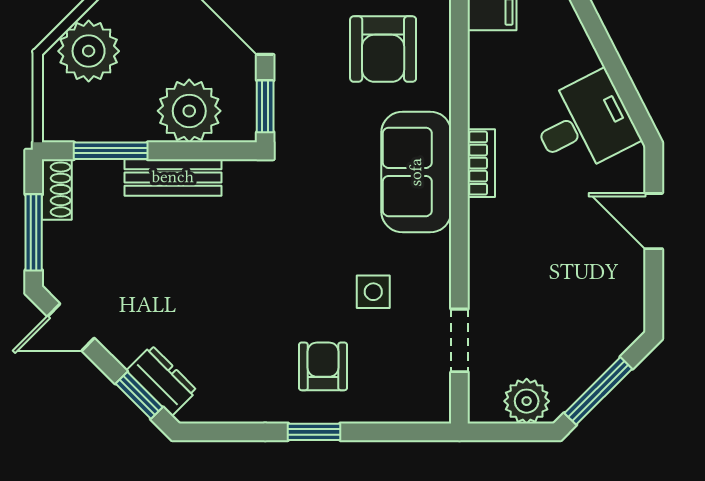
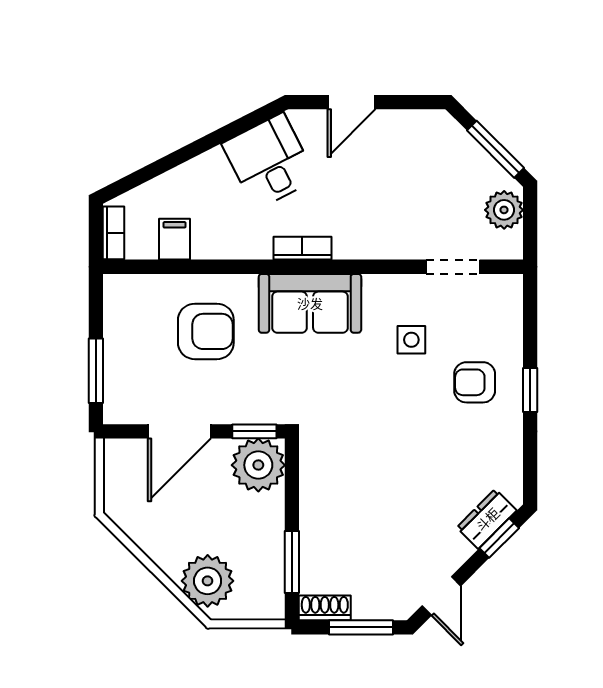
plant: (189, 111) -> (258, 465), moved
bench: (173, 177) -> (315, 509), removed

